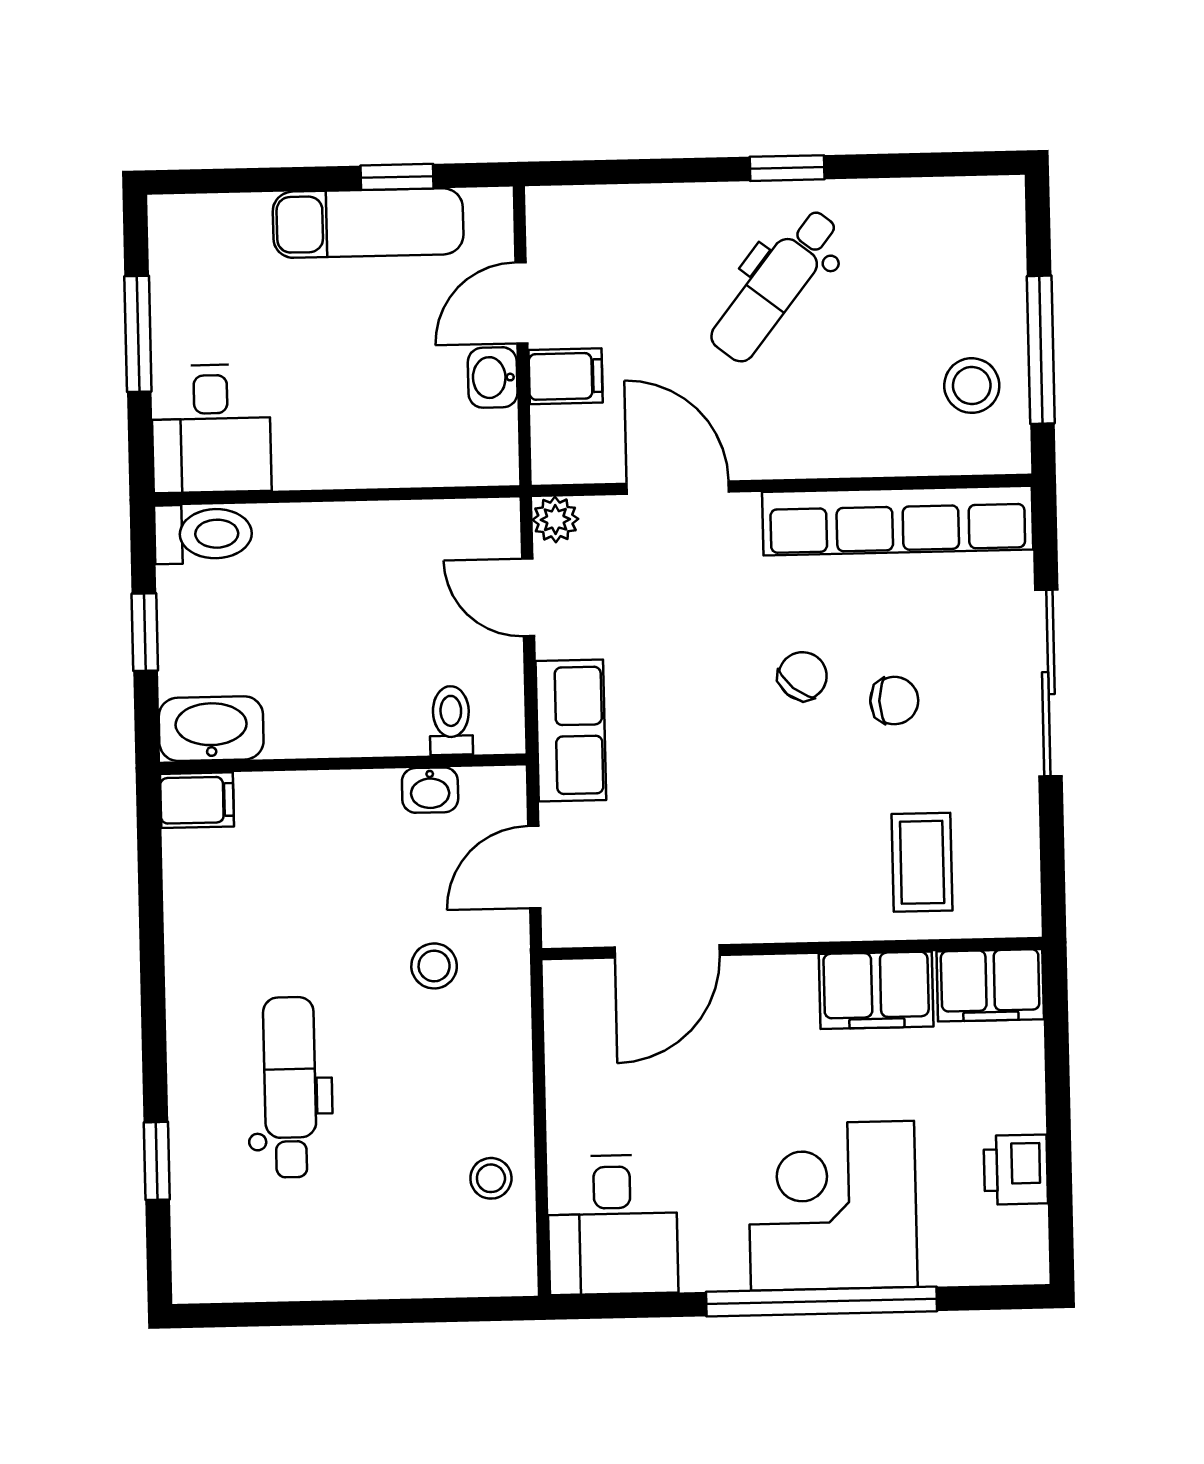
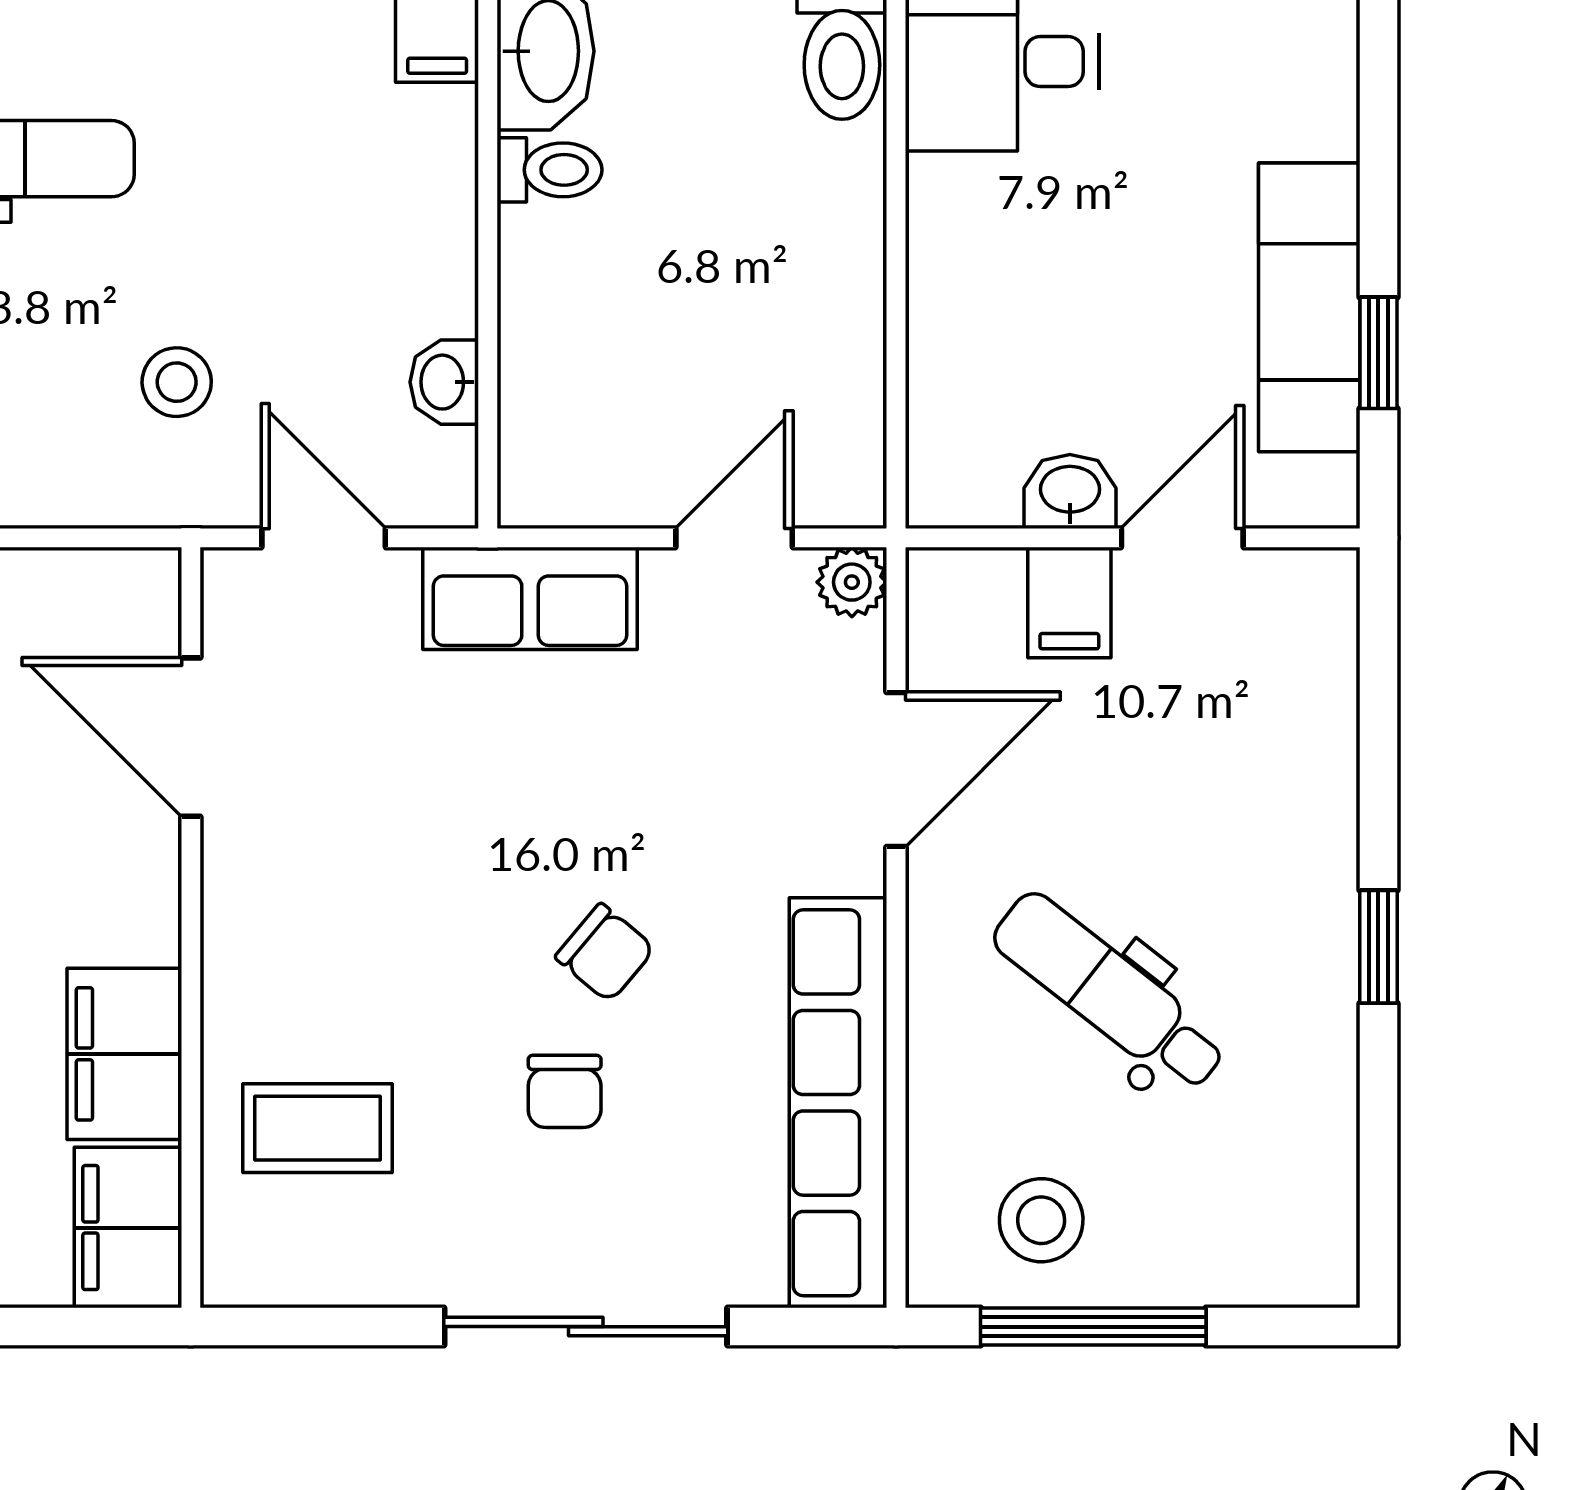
dental chair: (775, 285) -> (1110, 992), moved
door: (521, 303) -> (1182, 538), hinge flipped
toilet: (451, 721) -> (549, 170), moved

